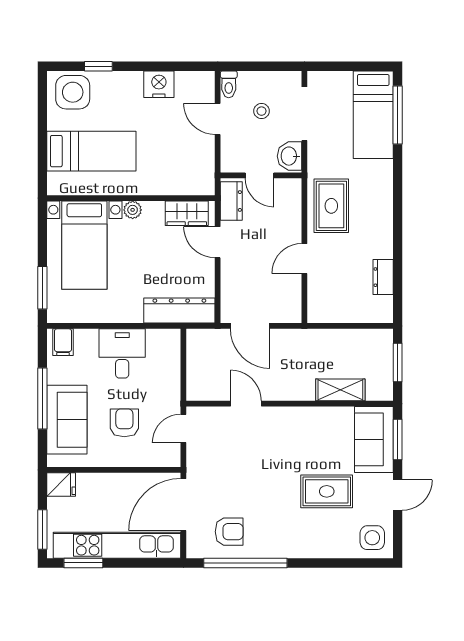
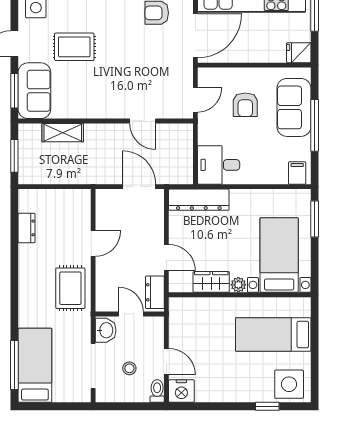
nightstand: (159, 84) -> (181, 391), moved
wardrobe: (187, 213) -> (211, 282), moved
desk: (122, 353) -> (219, 165), moved, turned 90

